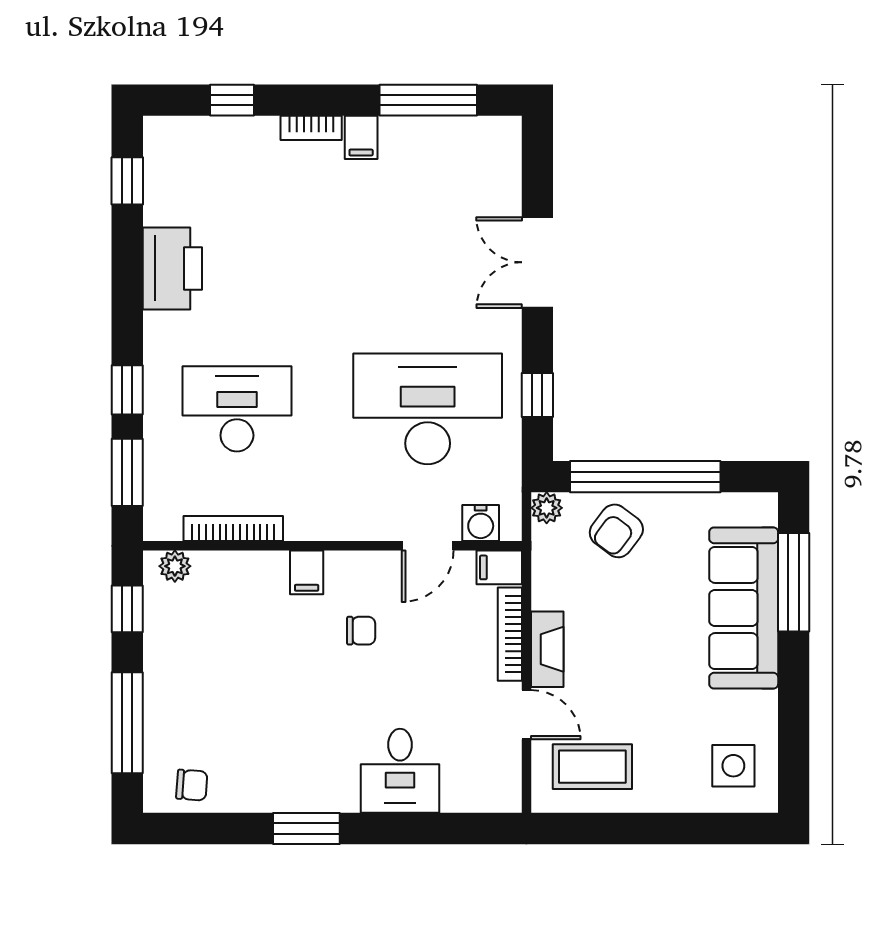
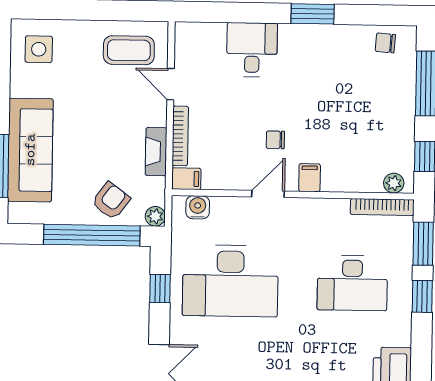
bookcase: (233, 528) -> (382, 207), moved
door: (428, 546) -> (268, 194), moved
fireplace: (547, 649) -> (156, 152), moved

